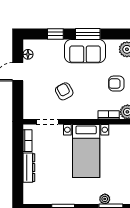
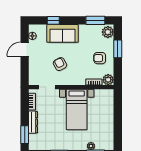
window: (88, 34) -> (95, 20), moved
sofa: (85, 51) -> (63, 33), moved
window: (18, 184) -> (25, 135), added

